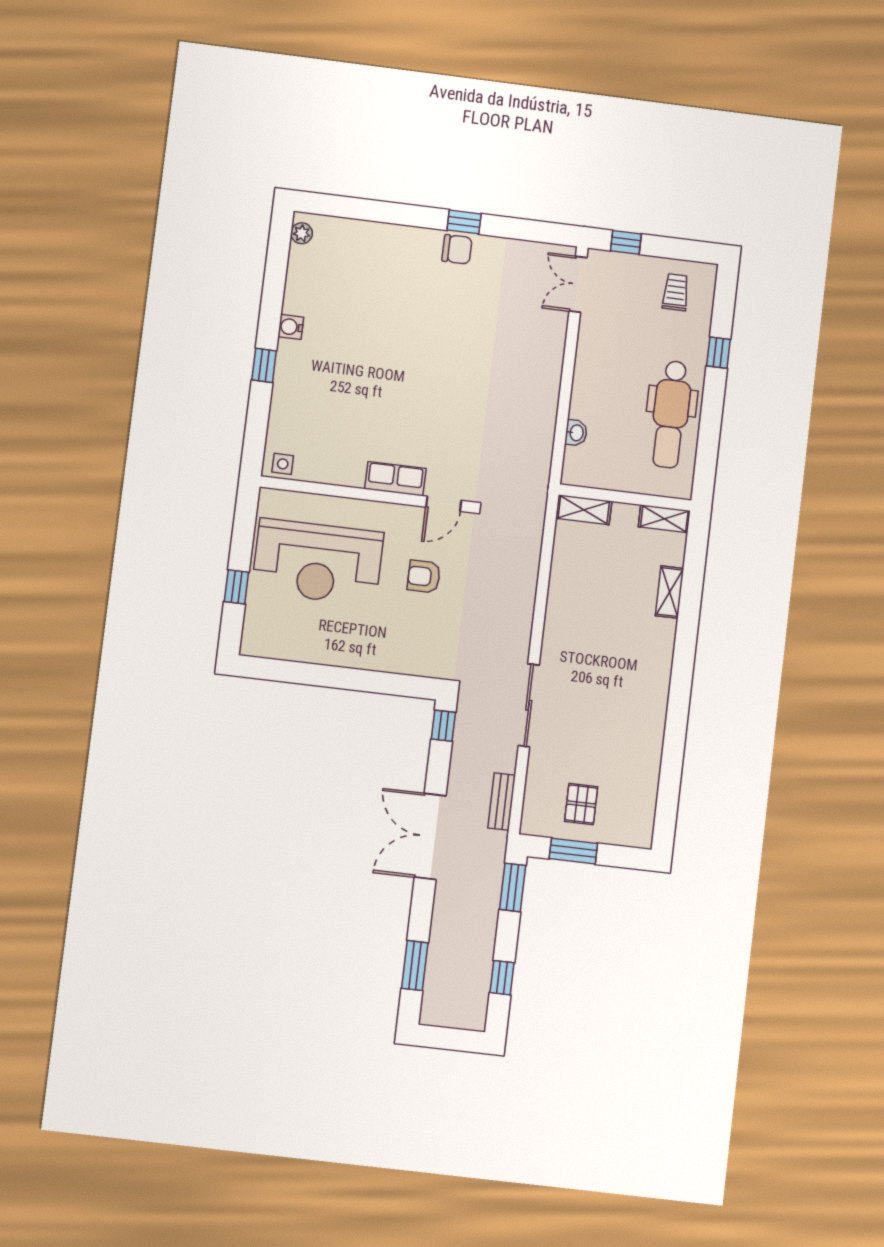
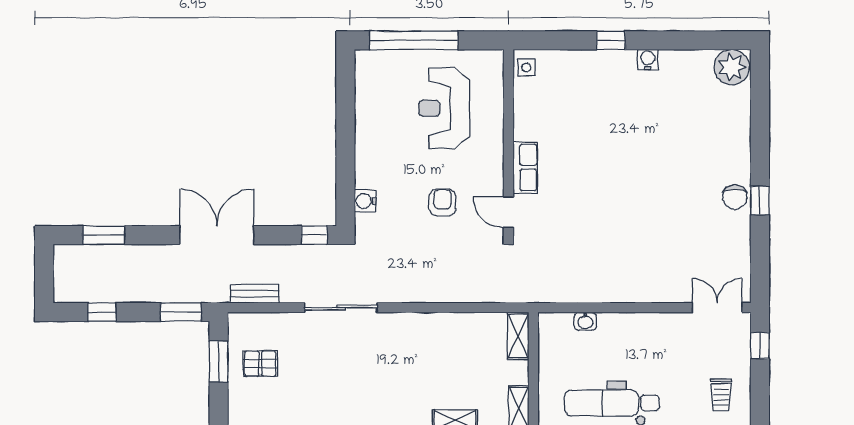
plant: (302, 233) -> (732, 67), width x1.88, depth x1.88
trolley: (676, 292) -> (721, 395), turned 90
reception desk: (318, 562) -> (444, 108), width x0.74, depth x0.77
window: (236, 587) -> (414, 40), width x3.17
water cooler: (412, 663) -> (365, 201), added

